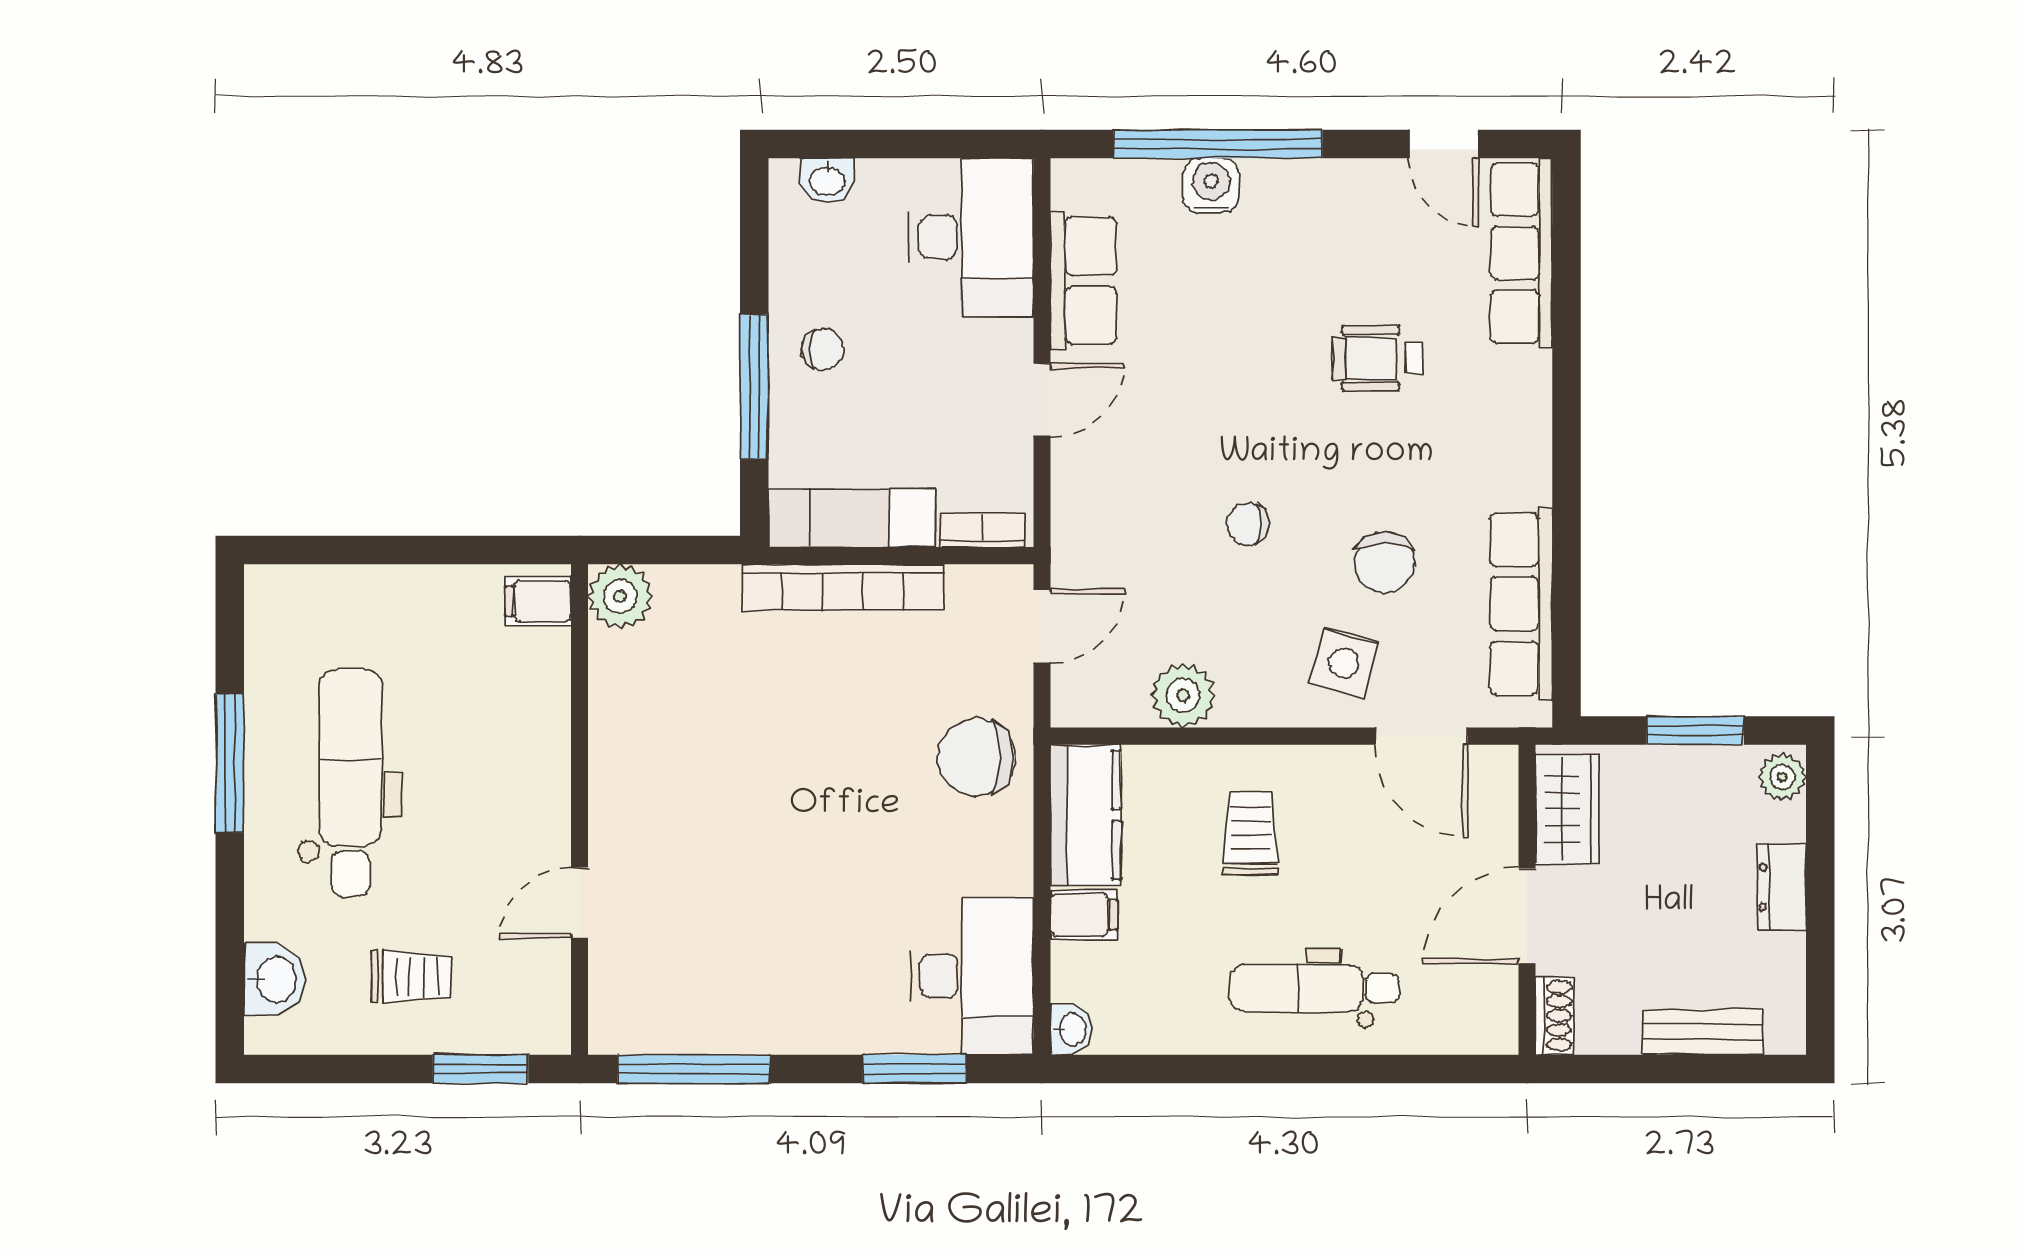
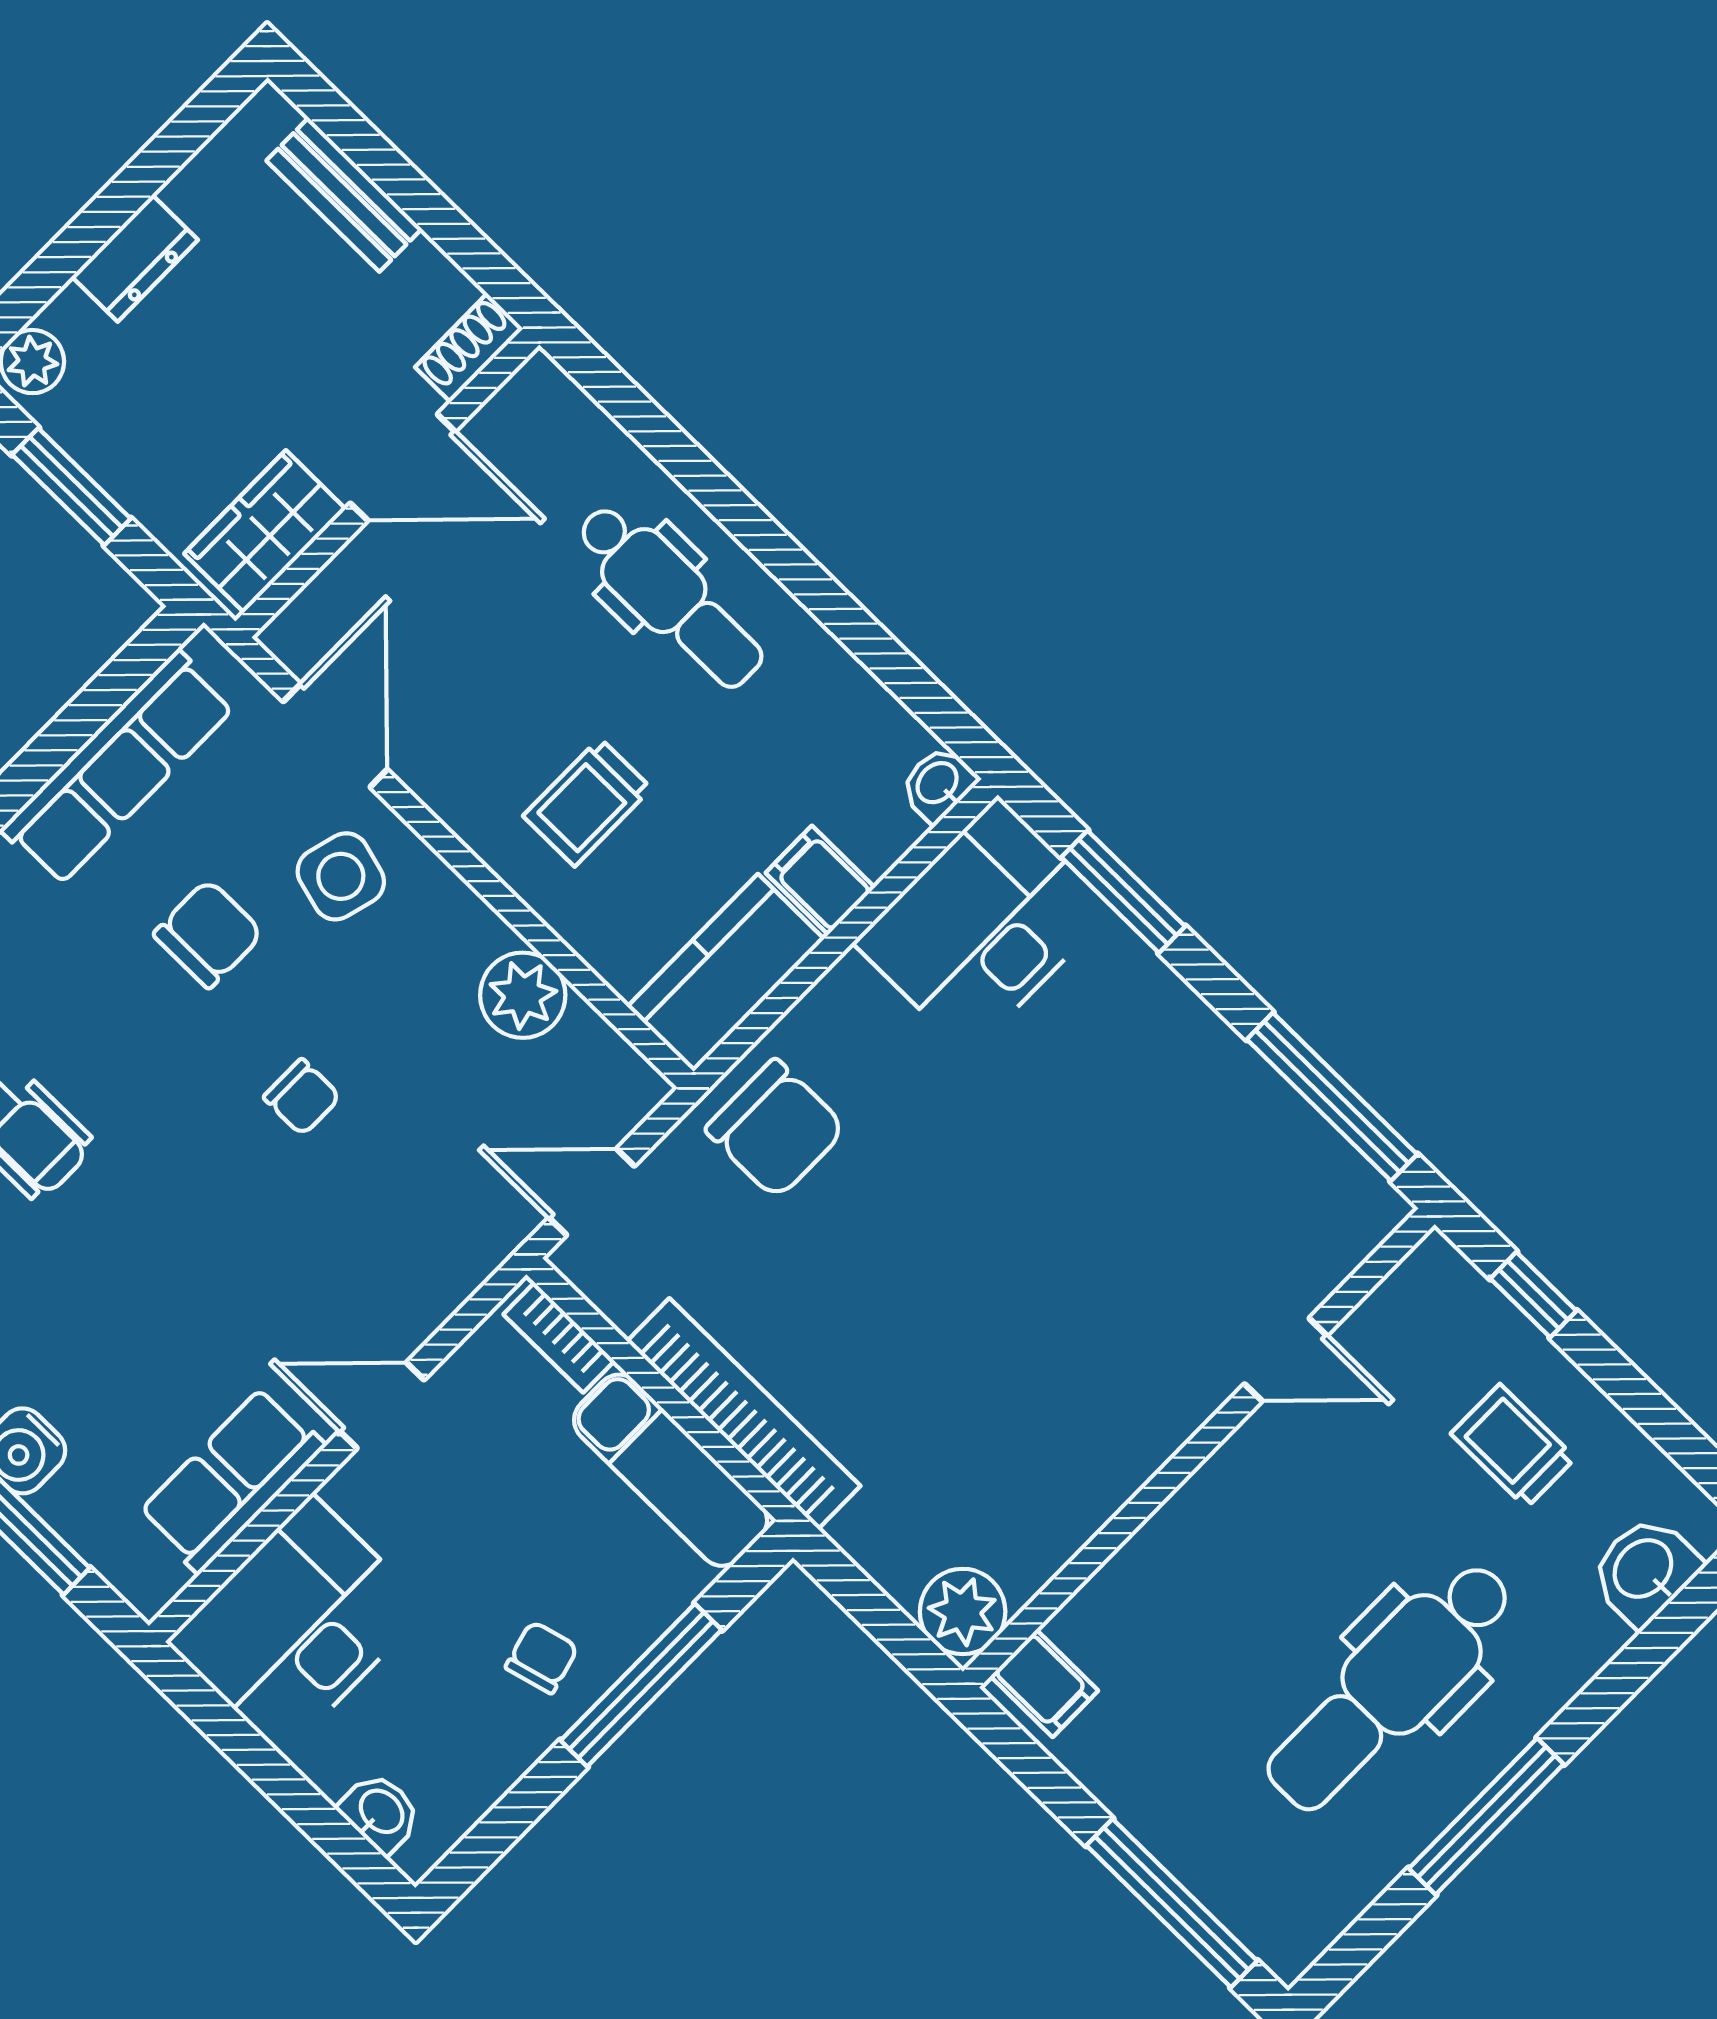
chair: (822, 349) -> (542, 1657), turned 75
window: (353, 550) -> (1172, 1903), added
window: (481, 1069) -> (1533, 1295), width x0.67

